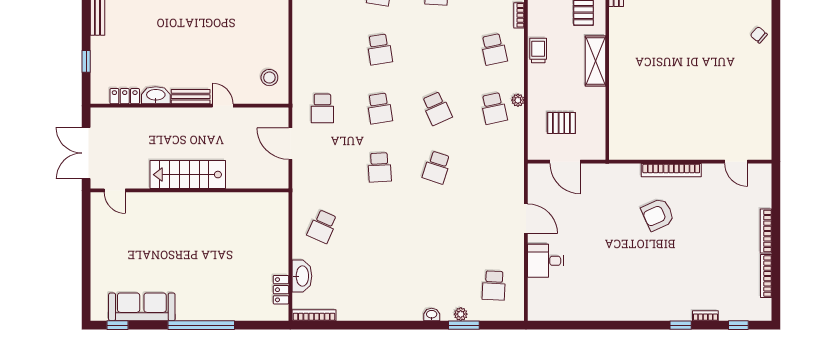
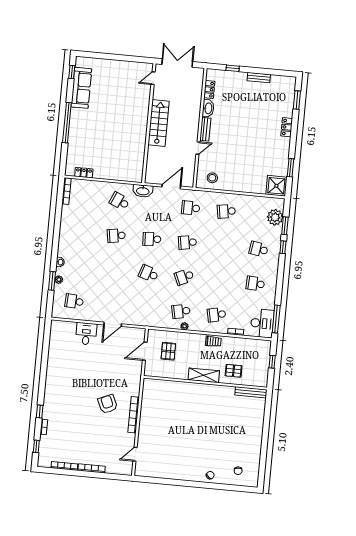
school desk: (380, 49) -> (226, 211), moved
school desk: (380, 226) -> (116, 236), added
washbasin: (302, 276) -> (143, 191), moved

